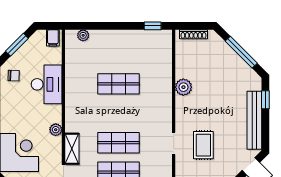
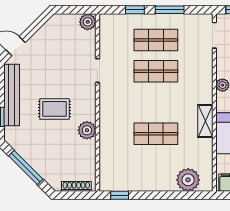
plant: (83, 35) -> (188, 180), width x1.88, depth x1.88
rug: (203, 145) -> (55, 109), moved, turned 90
shelving: (72, 149) -> (205, 121), moved

